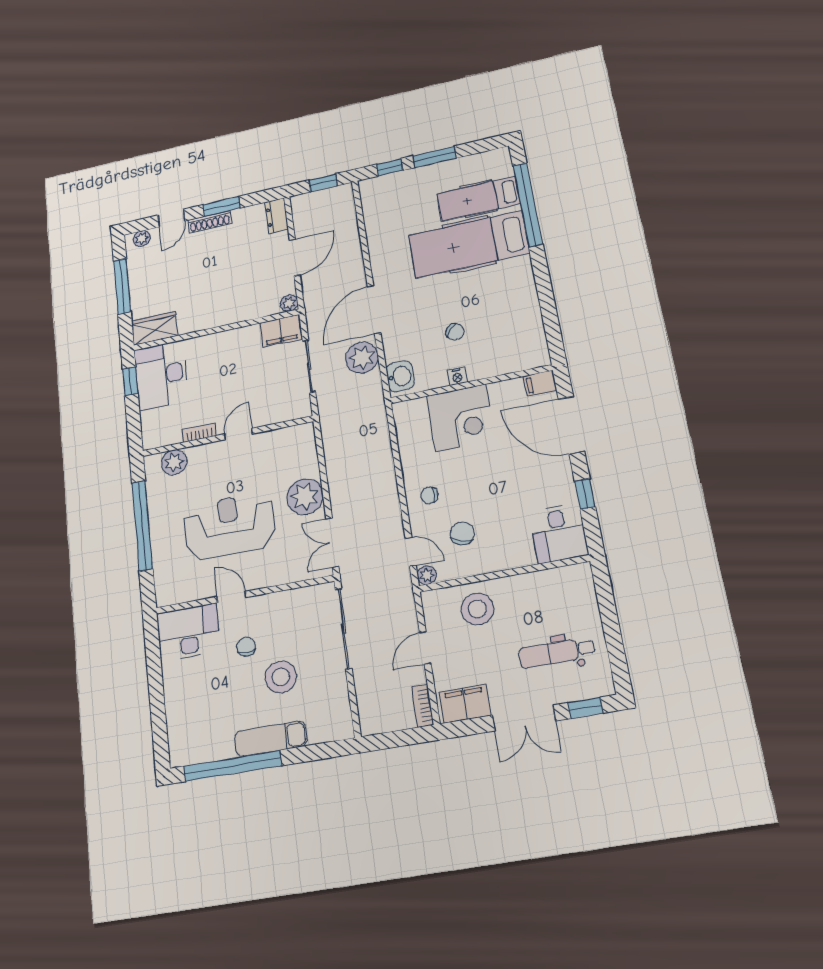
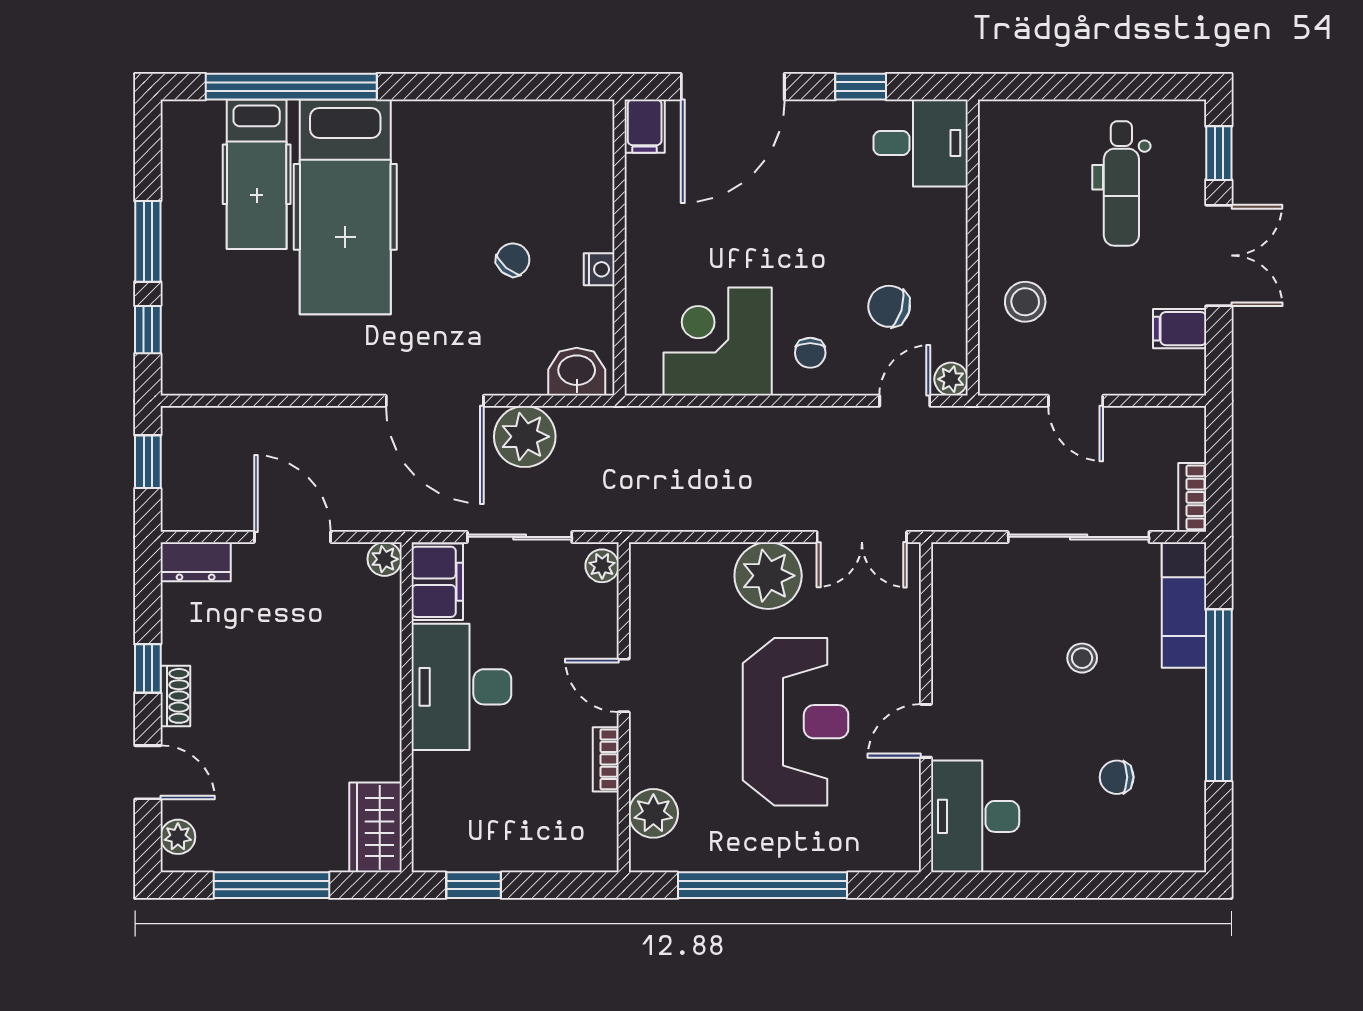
window: (222, 206) -> (148, 668), width x0.67
shoe rack: (210, 222) -> (175, 696), width x0.70
desk: (161, 375) -> (461, 687), moved, turned 90
plant: (299, 410) -> (602, 566), added
corner desk: (461, 418) -> (718, 342), moved, turned -90
reception desk: (229, 526) -> (796, 722), turned 180
stool: (477, 609) -> (1025, 302), width x0.73, depth x0.73
sliding door: (344, 629) -> (1079, 537), moved
chair: (246, 647) -> (1117, 777), moved
stool: (281, 677) -> (1082, 658), width x0.53, depth x0.53
filing cabinet: (465, 704) -> (1180, 329), width x0.50
bookcase: (423, 706) -> (1192, 497), moved, turned 90
exam couch: (271, 739) -> (1184, 605), moved
window: (232, 766) -> (1219, 695), moved

